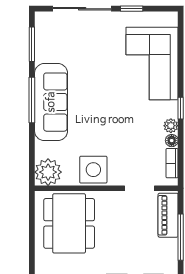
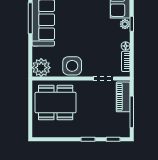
plant: (171, 126) -> (125, 24), moved
dining table: (69, 223) -> (56, 103), turned 90

